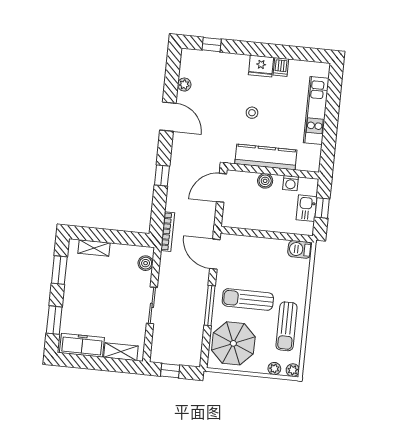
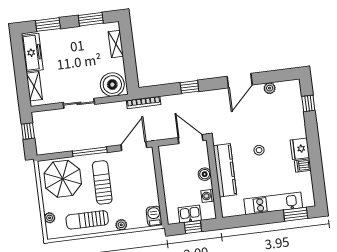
window: (334, 88) -> (296, 214), added
boiler: (146, 263) -> (112, 85), width x1.86, depth x1.86
plant: (293, 370) -> (121, 225), moved

